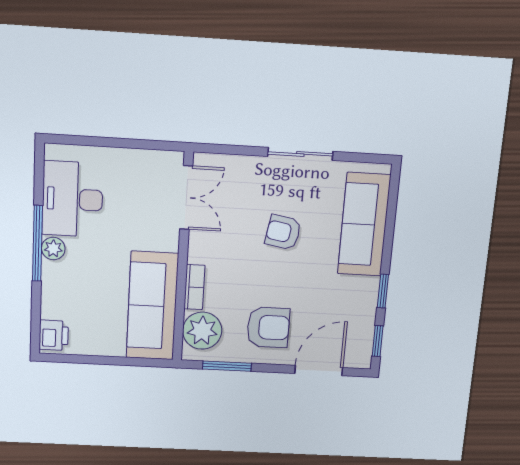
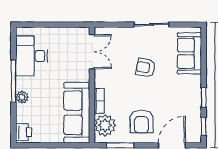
sofa: (364, 225) -> (189, 53), width x0.73
plant: (53, 249) -> (22, 97), moved
armchair: (268, 327) -> (141, 122), turned 90

